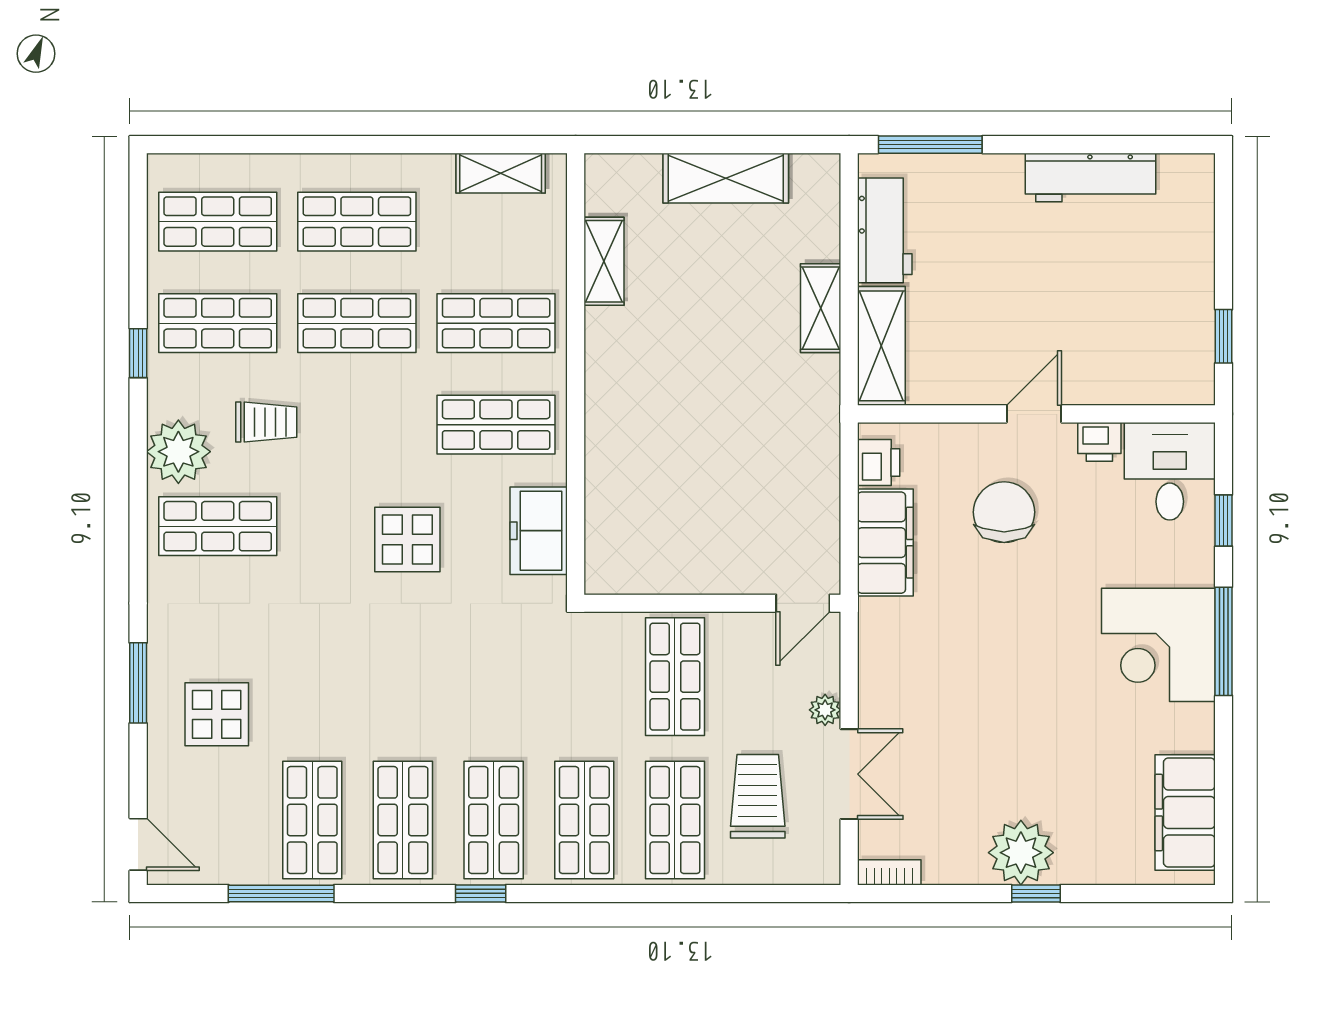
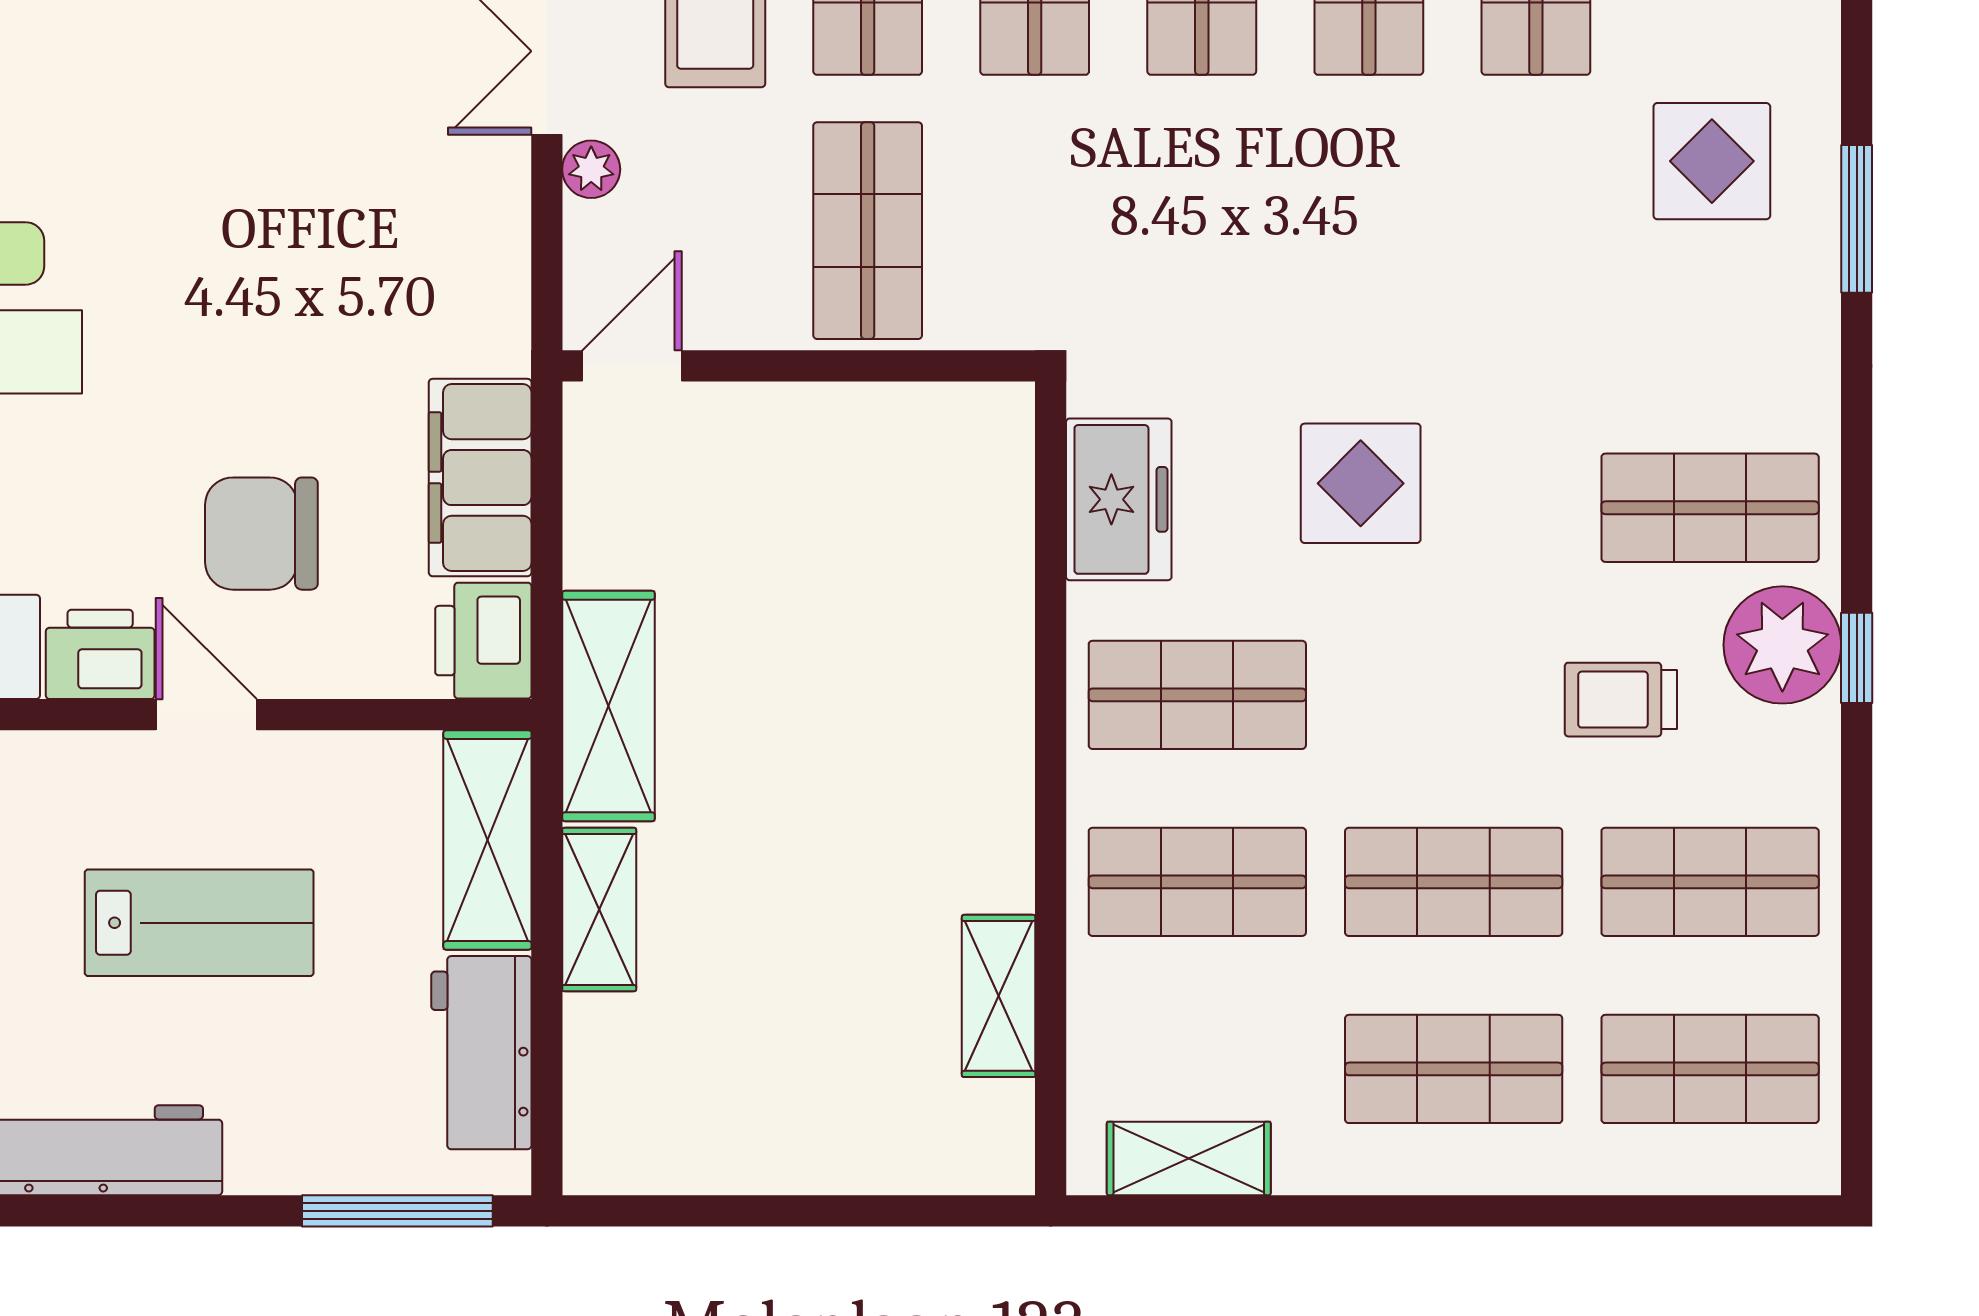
shelving: (726, 178) -> (608, 706), moved, turned 90
lab bench: (1038, 301) -> (199, 923), added
window: (138, 353) -> (1857, 658), moved
door: (1034, 414) -> (206, 715), swing flipped
printer: (1099, 442) -> (100, 654), width x1.36, depth x1.24
printer: (879, 462) -> (483, 641), width x1.36, depth x1.24
chair: (1004, 512) -> (261, 534), turned 90

